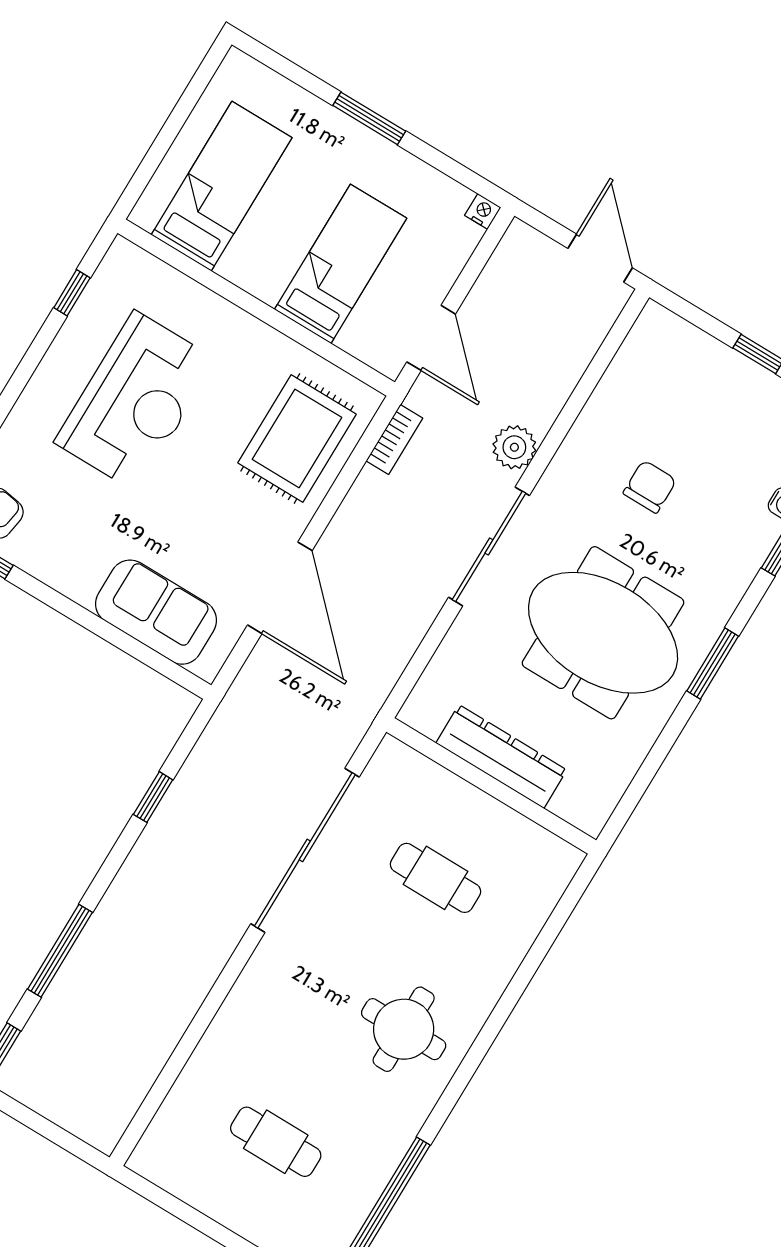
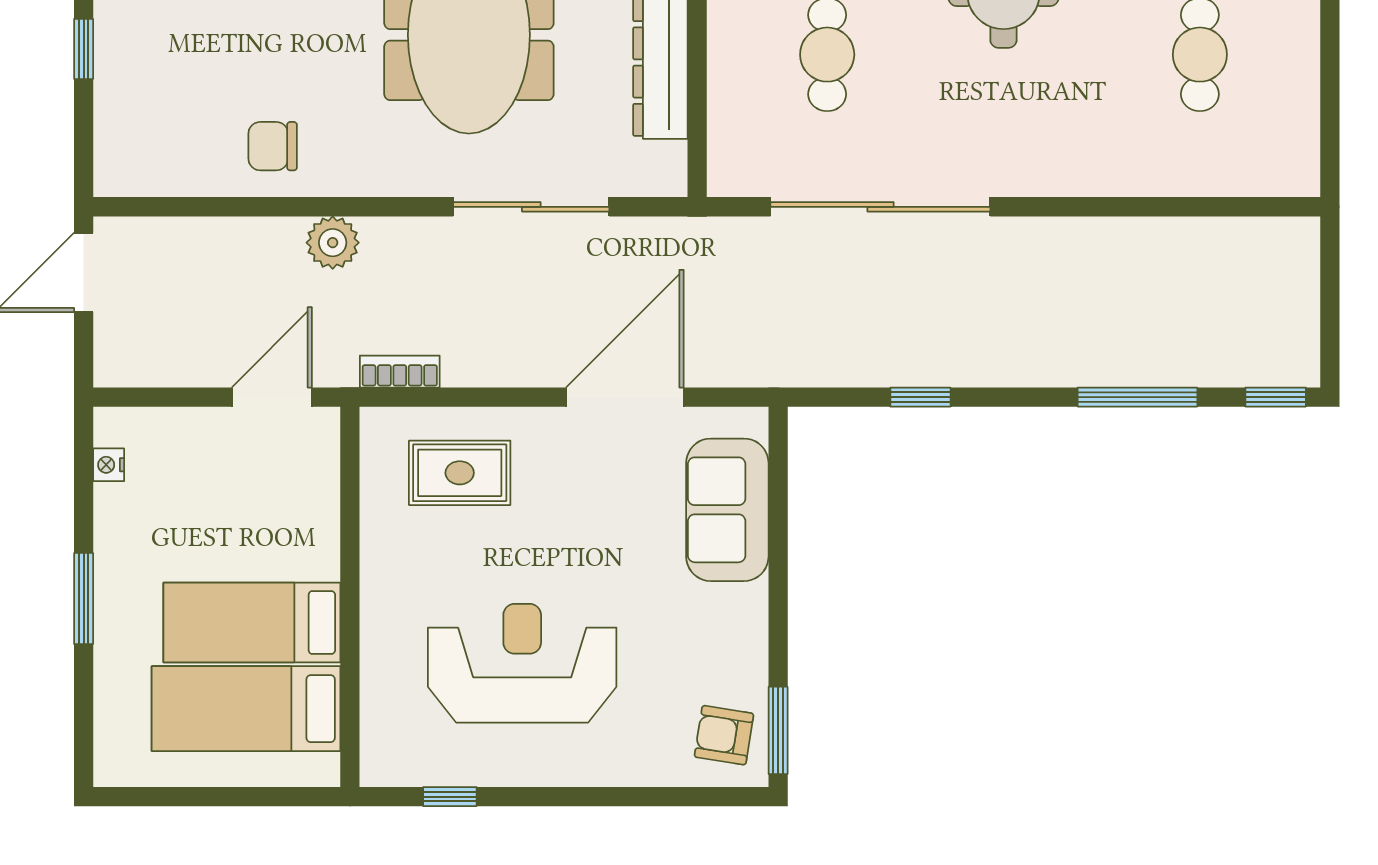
nightstand: (483, 211) -> (109, 465), moved
bed: (341, 264) -> (252, 622), moved
rug: (297, 438) -> (460, 473), width x0.73, depth x0.70
chair: (650, 487) -> (273, 146), moved
sliding door: (489, 546) -> (531, 207), moved

